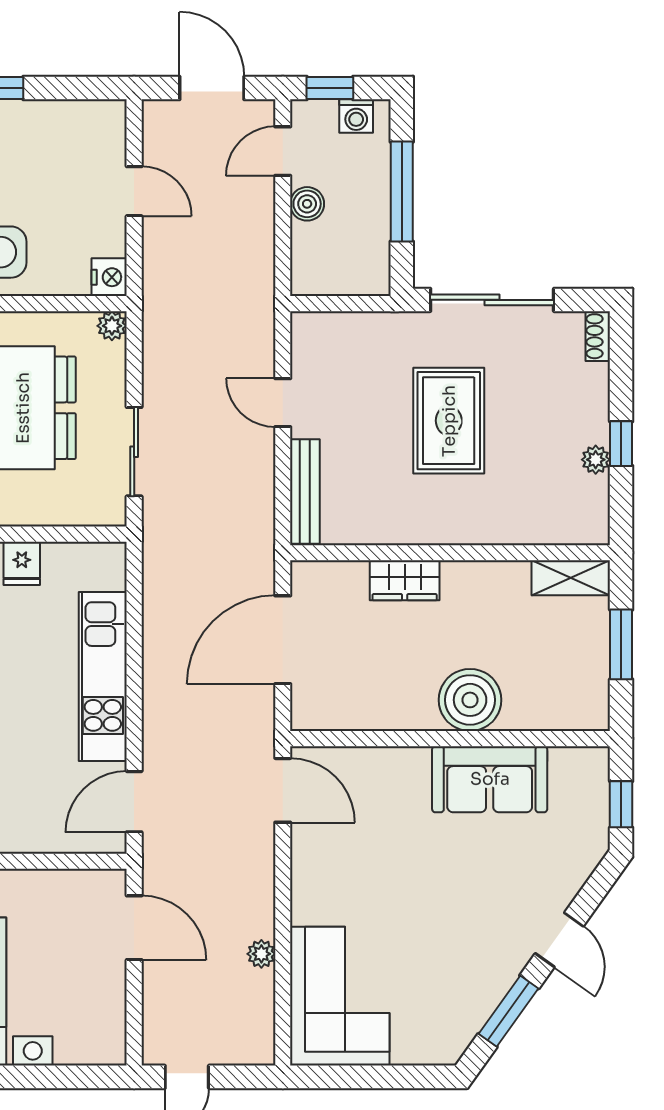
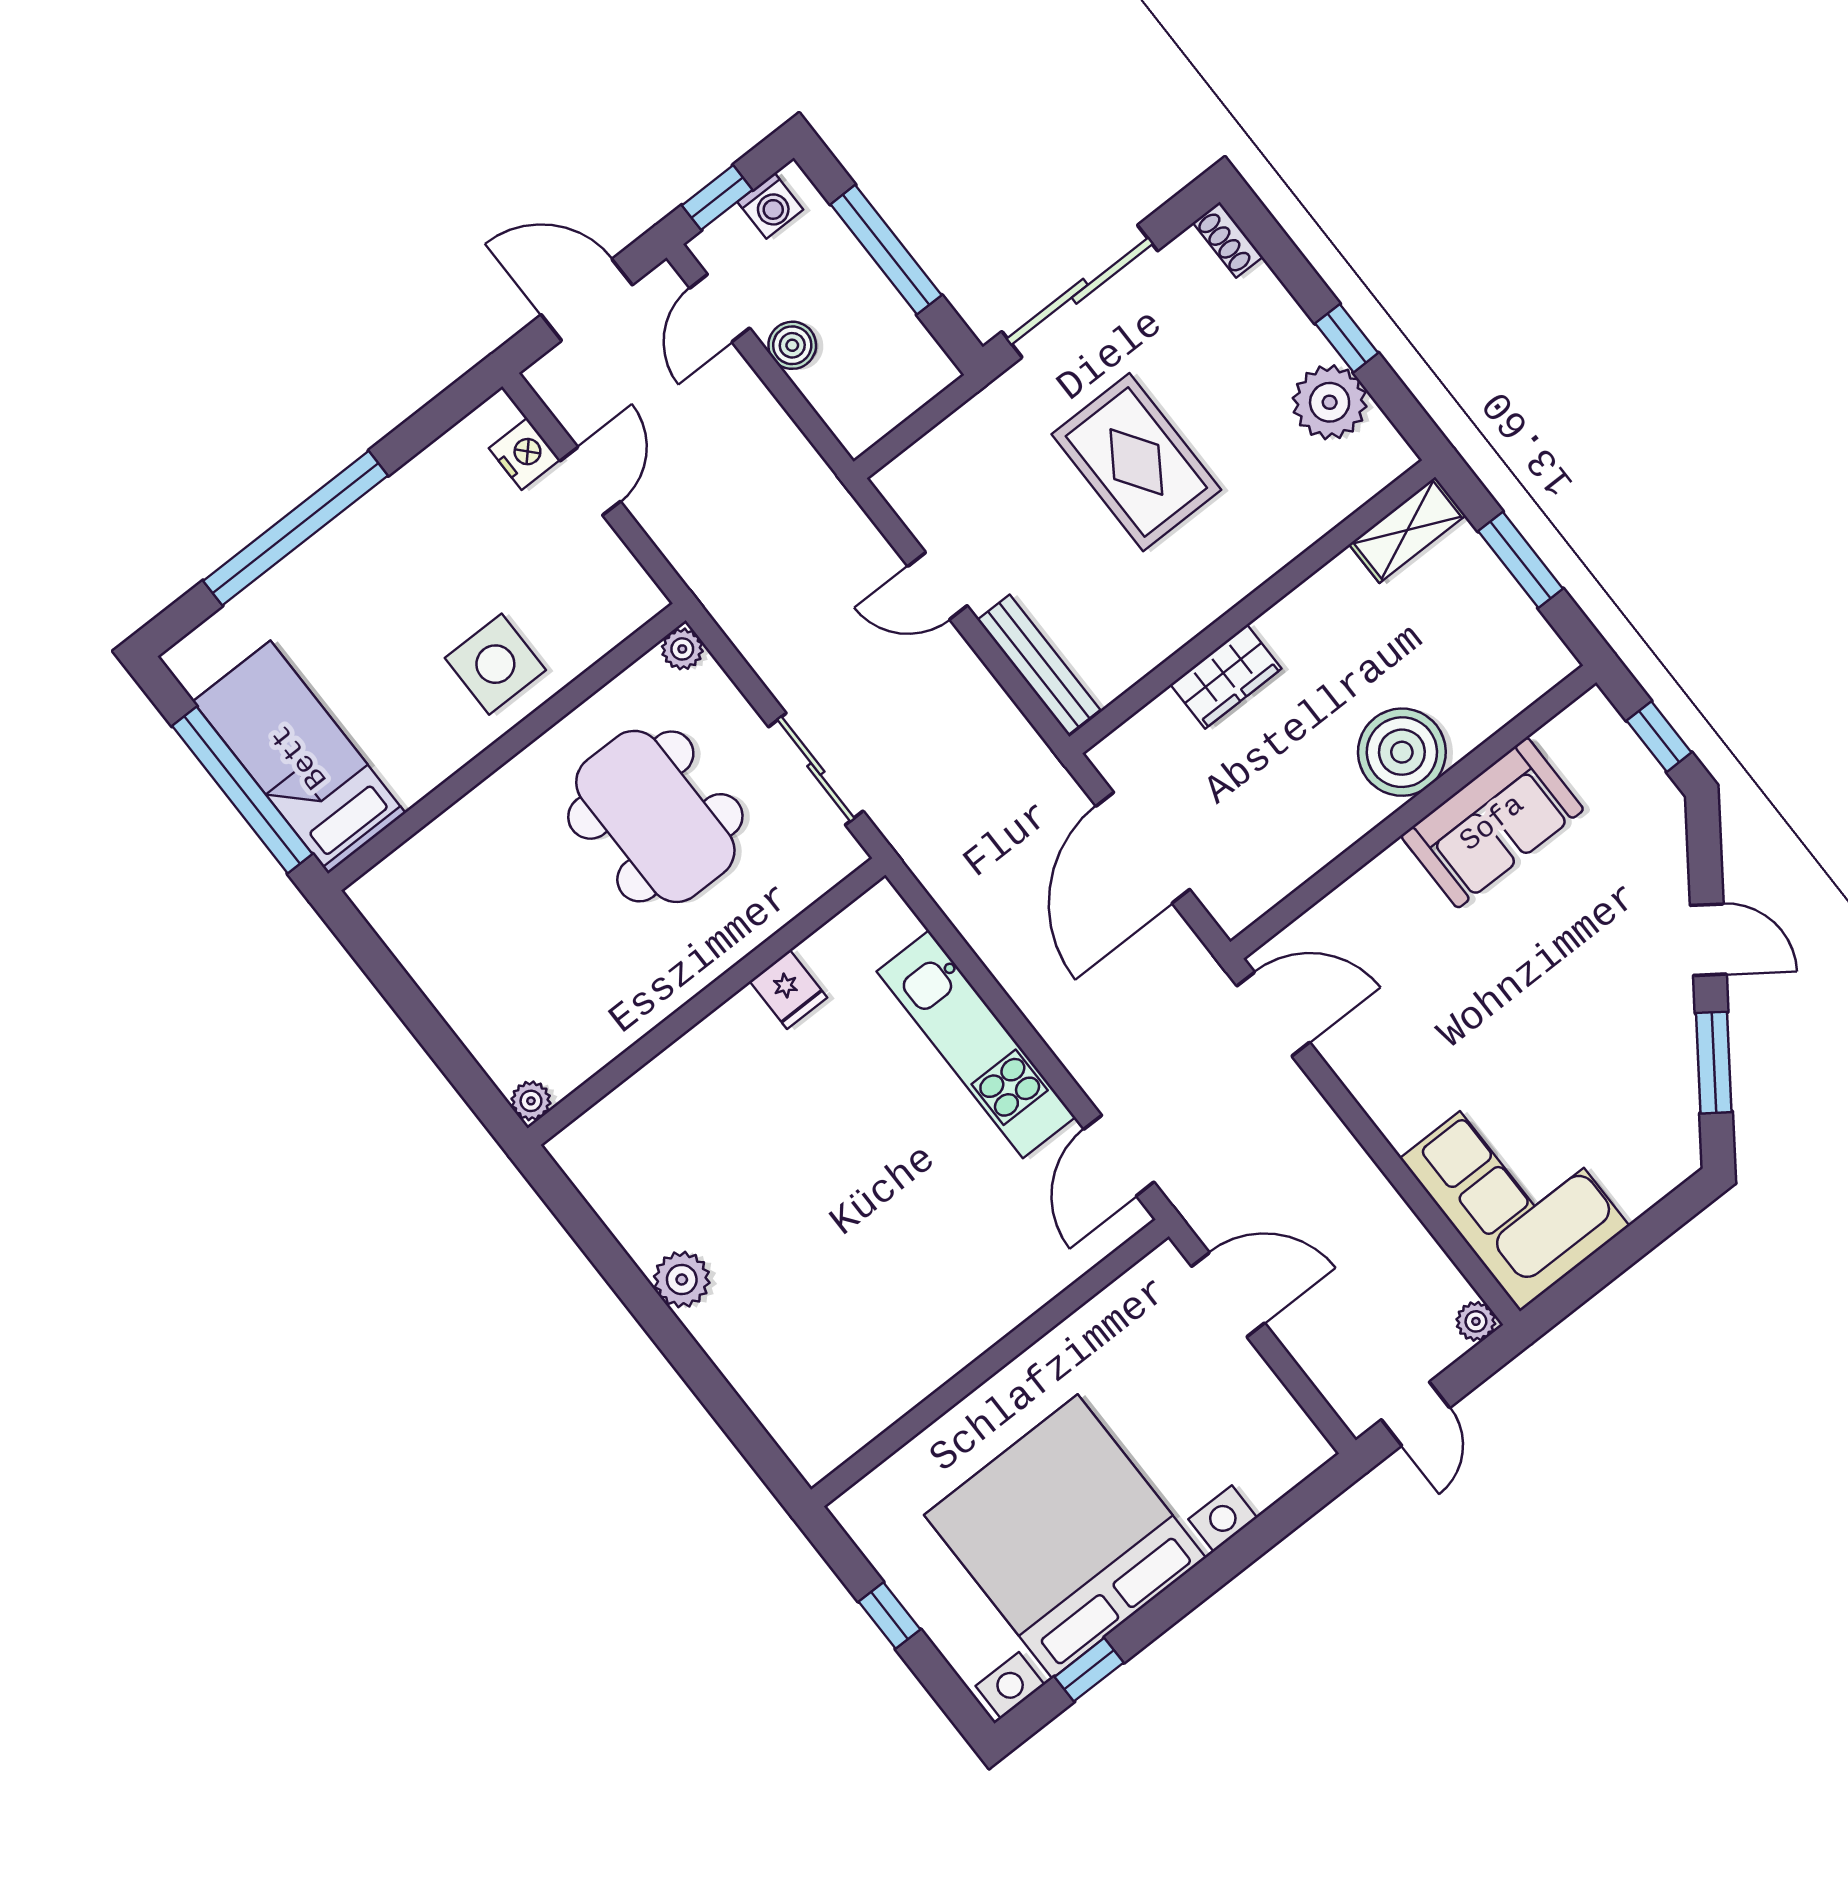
door: (134, 191) -> (590, 481), hinge flipped
nightstand: (109, 277) -> (524, 454), moved
plant: (596, 460) -> (1330, 402), width x1.88, depth x1.88
plant: (261, 954) -> (1476, 1321), moved

